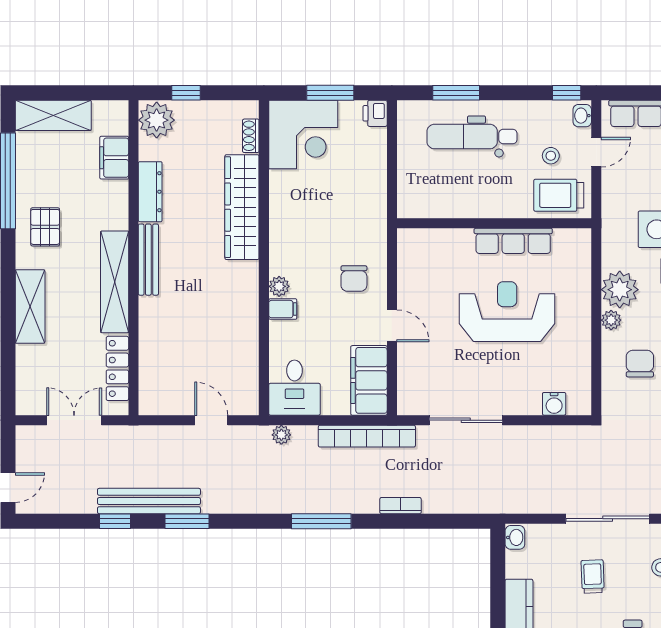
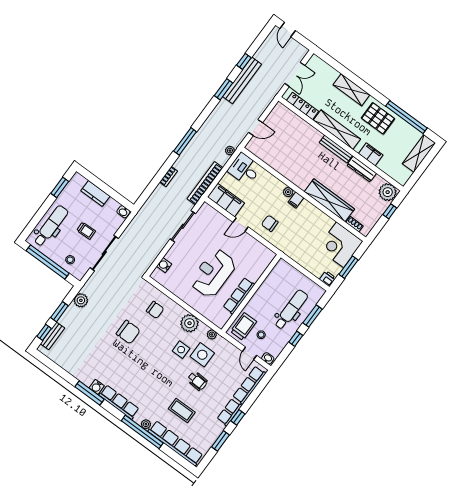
window: (567, 93) -> (296, 339), moved
filing cabinet: (114, 158) -> (371, 154), moved
pallet: (45, 227) -> (378, 118), width x1.50, depth x1.42
filing cabinet: (283, 309) -> (296, 200), moved
reception desk: (507, 312) -> (213, 273), turned 180
plant: (611, 320) -> (212, 334), moved

